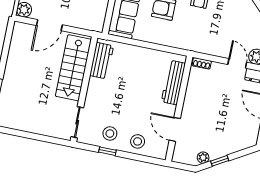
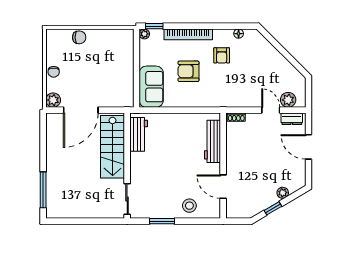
door: (49, 25) -> (81, 110), width x1.36
stool: (110, 134) -> (161, 203), removed
window: (107, 151) -> (162, 221), width x1.50
plant: (203, 158) -> (283, 193), moved

